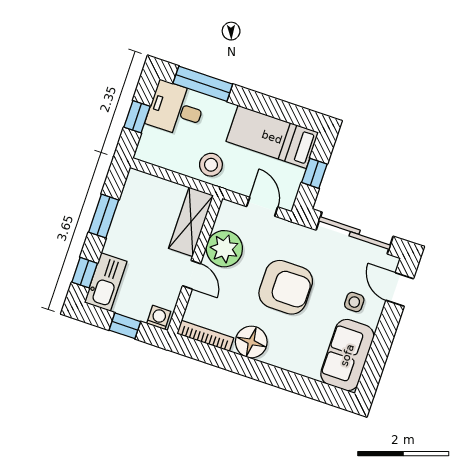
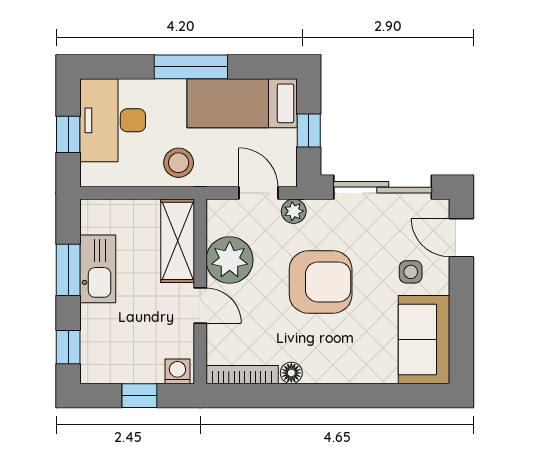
window: (203, 84) -> (191, 67), moved
desk: (176, 109) -> (113, 120), width x1.37
plant: (283, 229) -> (294, 211), added
kitchen sink: (106, 282) -> (98, 269), moved
floor lamp: (251, 342) -> (291, 373), width x0.53, depth x0.53

